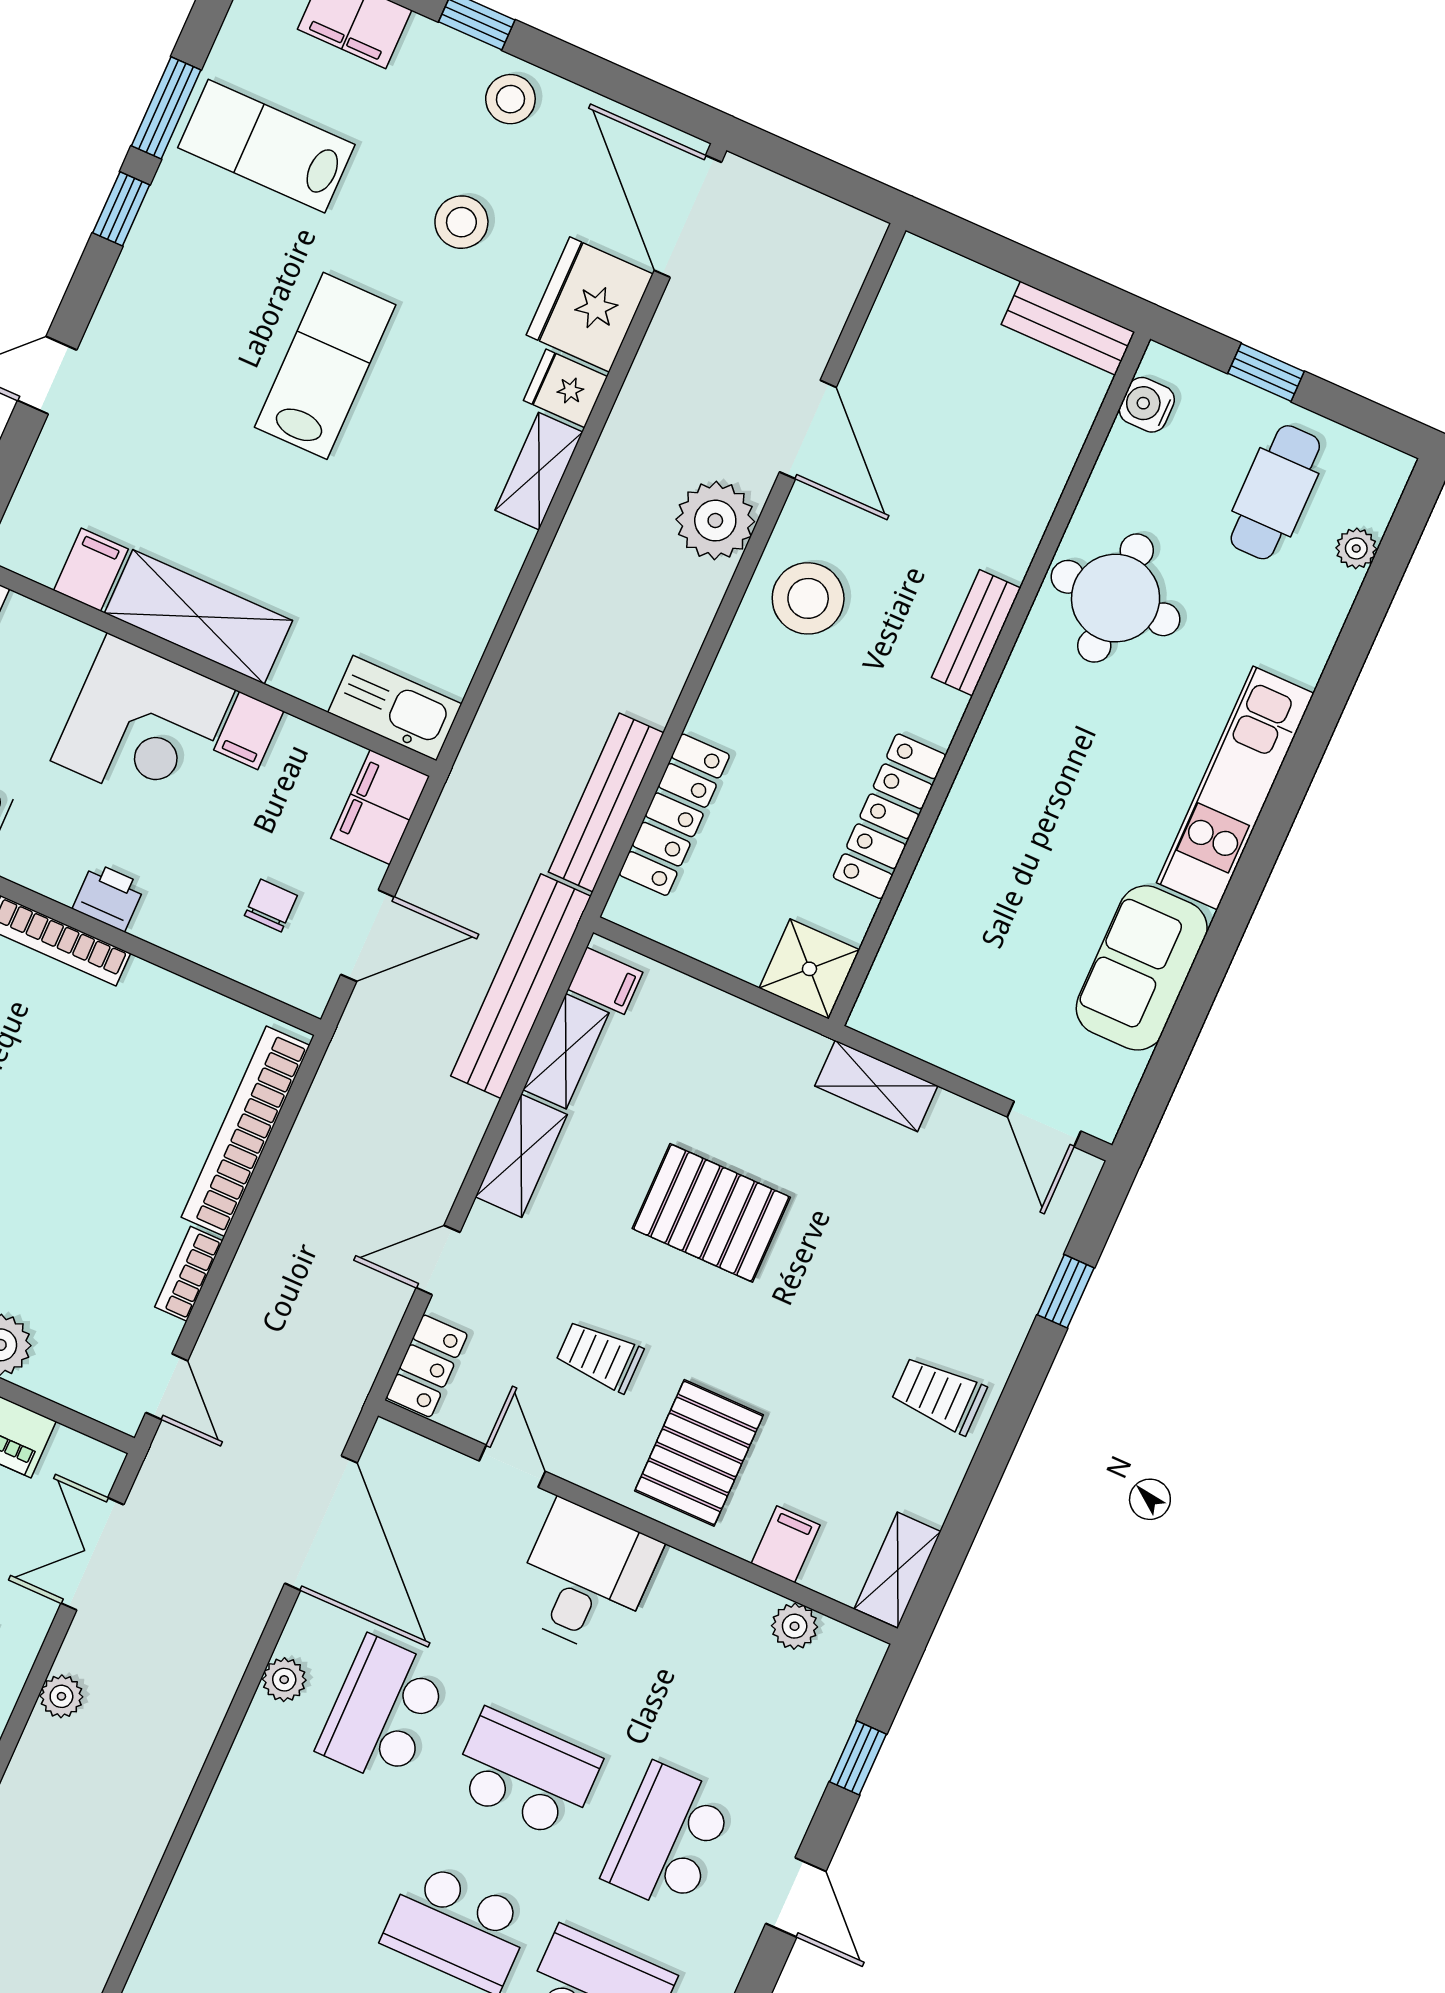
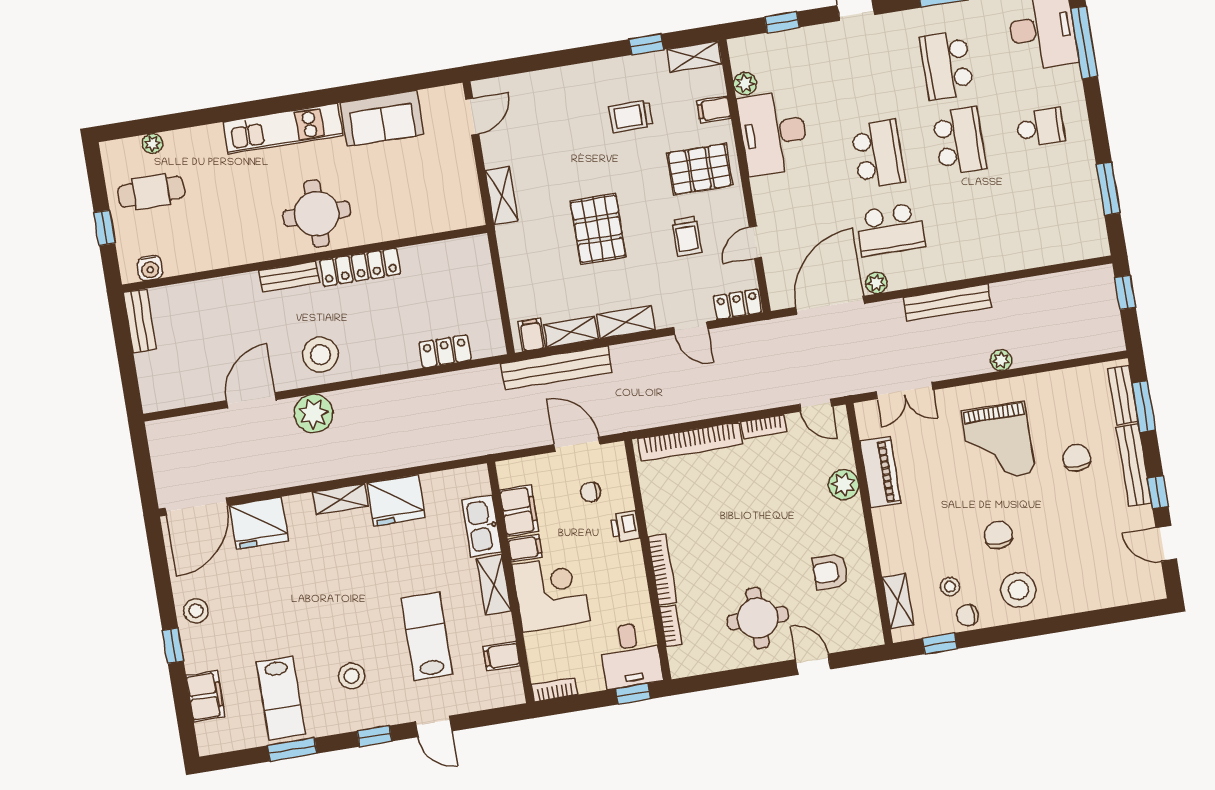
window: (121, 209) -> (374, 736), moved
stool: (461, 222) -> (352, 676), moved
lab bench: (325, 366) -> (427, 636), moved, turned 90
fridge: (565, 388) -> (396, 500), moved, width x1.88, depth x1.34
round table: (1116, 598) -> (317, 214), moved
shelving: (198, 617) -> (494, 585), width x0.67, depth x0.75
kitchen sink: (395, 708) -> (482, 526), moved
bench: (606, 802) -> (947, 302), moved
filing cabinet: (380, 807) -> (519, 511), moved, turned -90
locker: (674, 815) -> (445, 351), width x0.66
locker: (889, 816) -> (360, 267), moved
printer: (109, 897) -> (625, 527), moved
shower: (809, 969) -> (472, 254), removed
window: (1066, 1291) -> (646, 44), moved
door: (167, 1387) -> (816, 405), swing flipped
trolley: (939, 1395) -> (631, 116), moved, turned 90
desk: (585, 1578) -> (773, 133), moved, width x1.37
plant: (284, 1680) -> (876, 283), moved
plant: (61, 1696) -> (1001, 360), moved
school desk: (526, 1774) -> (878, 154), turned 180
school desk: (668, 1838) -> (866, 78), removed

